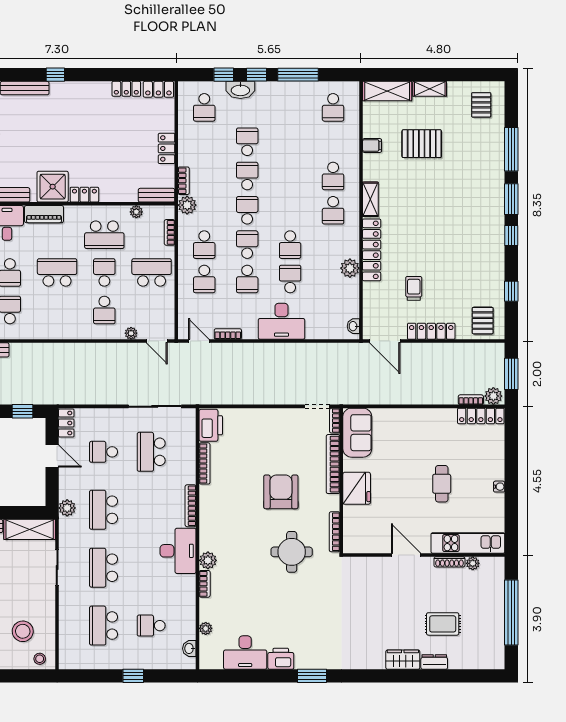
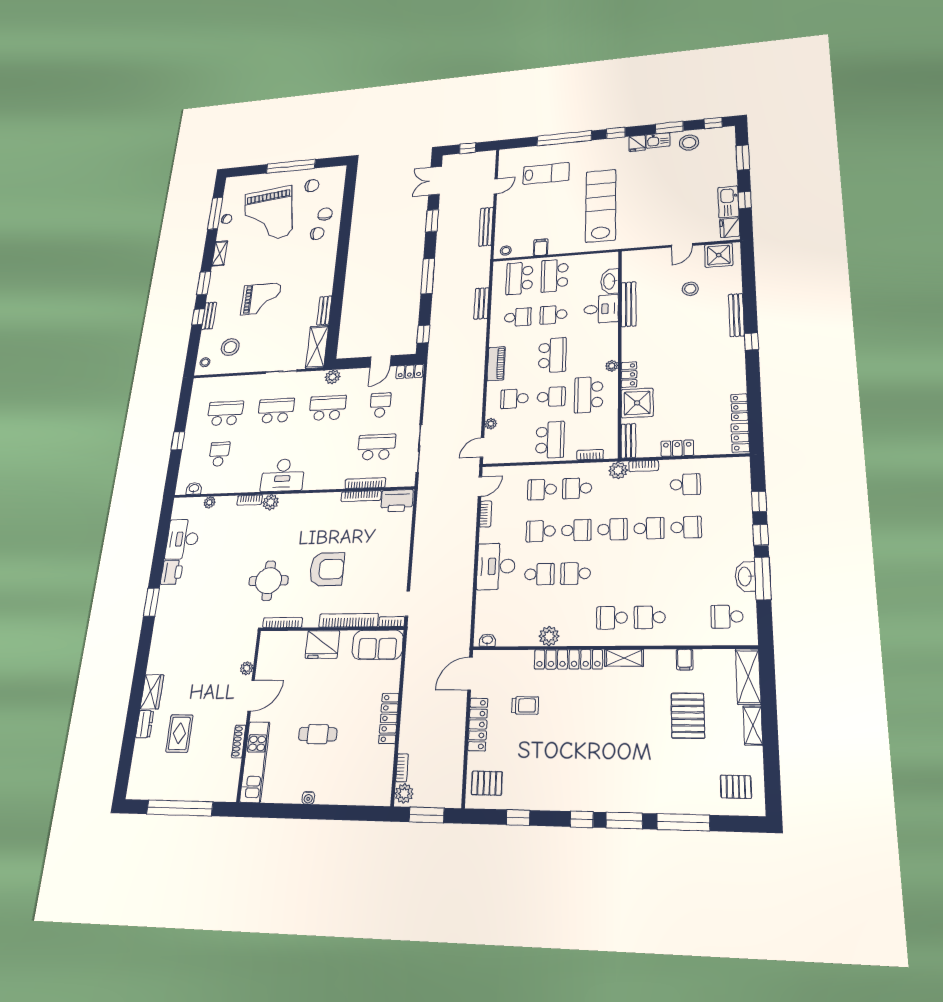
washbasin: (240, 90) -> (745, 576), moved
school desk: (204, 107) -> (685, 484), moved, turned 180
shower: (53, 187) -> (637, 403), moved
plant: (136, 212) -> (612, 366), moved
piano: (44, 214) -> (496, 364), moved, turned 180
locker: (481, 416) -> (389, 718), moved
bookcase: (191, 506) -> (365, 483), moved
plant: (473, 563) -> (247, 668), moved

